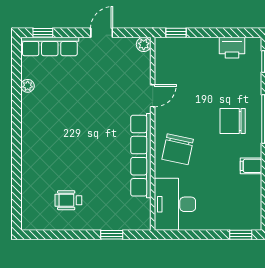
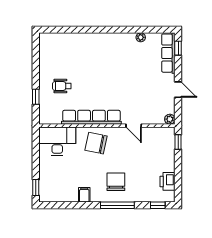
wheelchair: (68, 200) -> (62, 86), moved, turned -90

